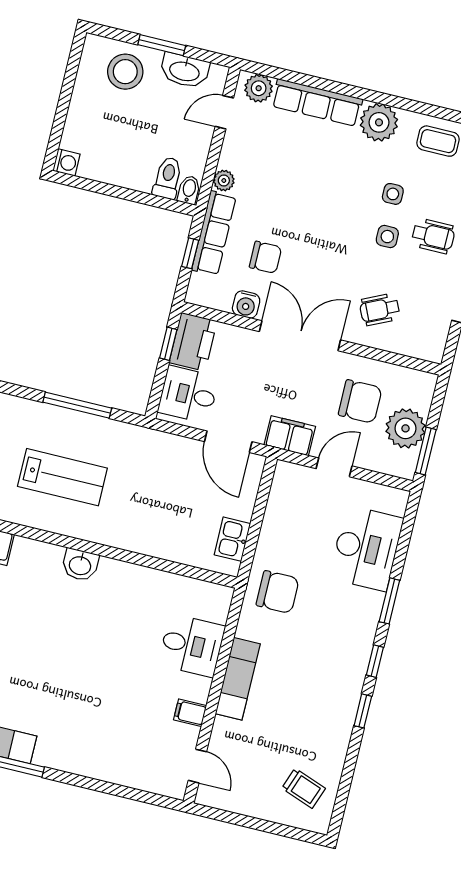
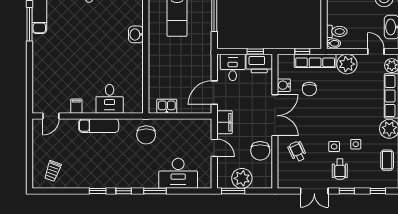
plant: (224, 181) -> (347, 64), width x1.87, depth x1.87
chair: (360, 401) -> (260, 151), moved

